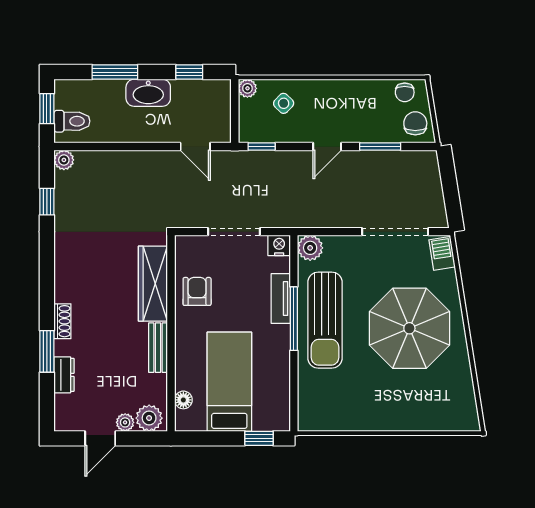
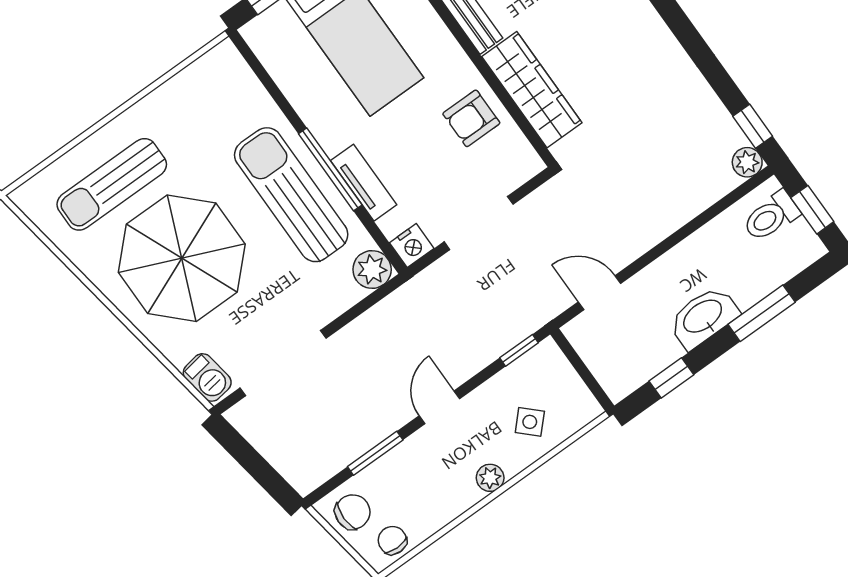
plant: (247, 88) -> (490, 478), moved
chair: (415, 123) -> (353, 512), turned -90
window: (47, 202) -> (753, 126), moved
armchair: (197, 291) -> (471, 118), turned 90
sun lounger: (419, 396) -> (112, 184), added

